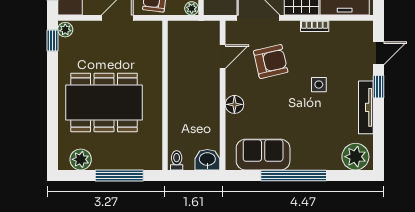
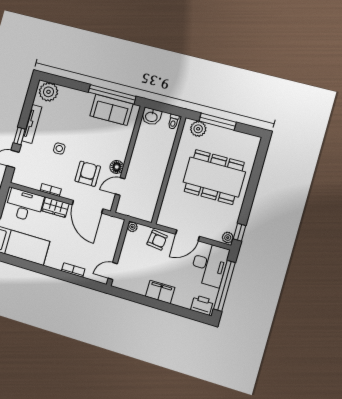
armchair: (271, 61) -> (88, 174), turned 103
floor lamp: (234, 104) -> (117, 167), moved
plant: (81, 159) -> (198, 129), moved
window: (294, 175) -> (112, 94), moved

